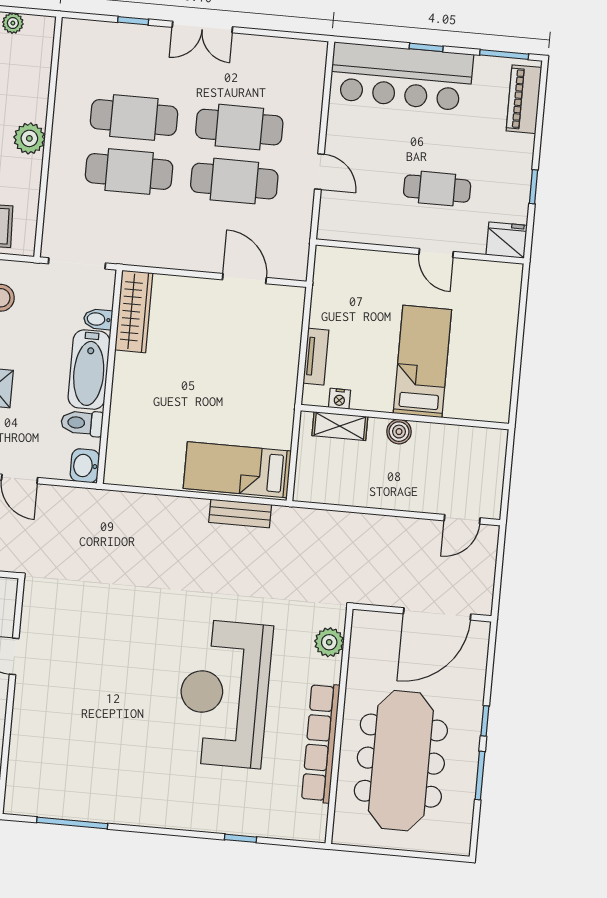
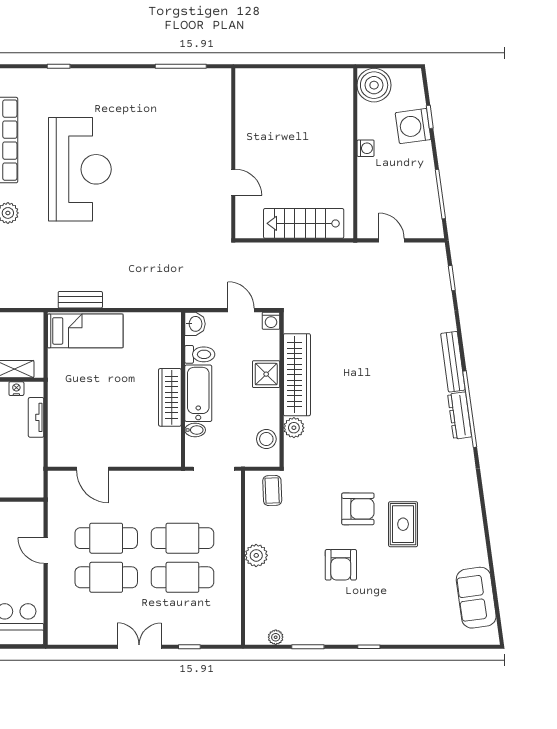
wardrobe: (134, 311) -> (170, 397), moved

